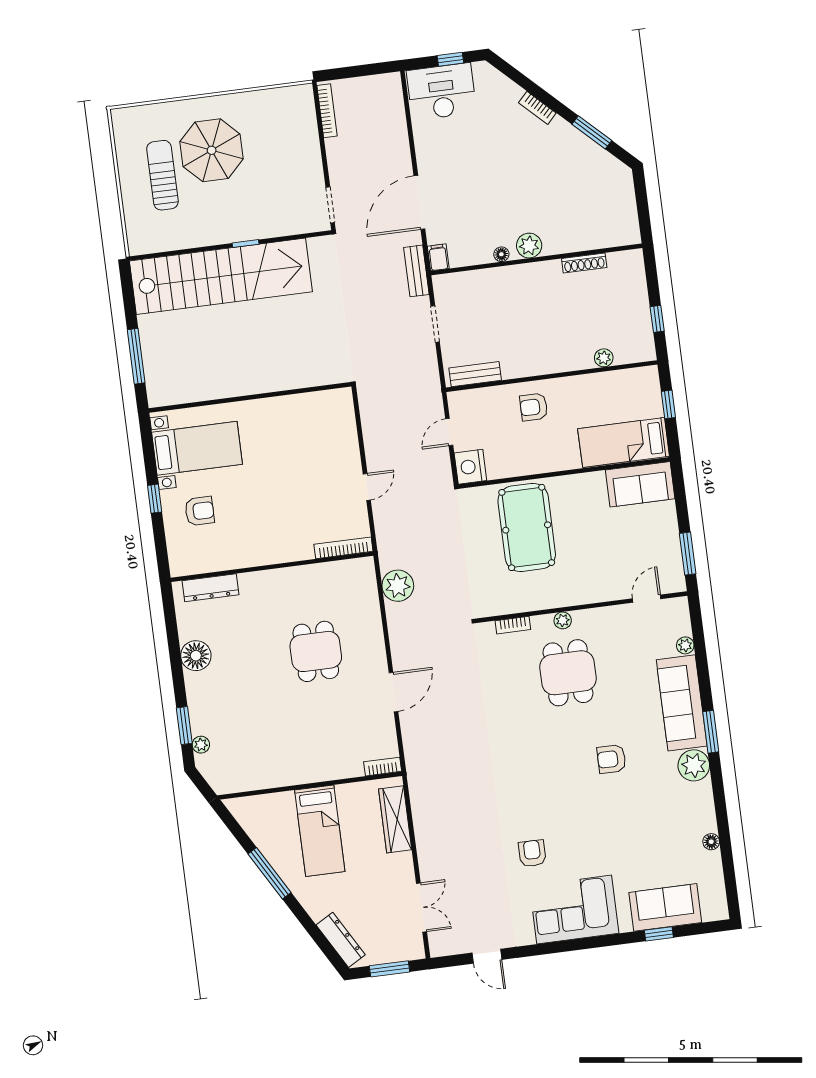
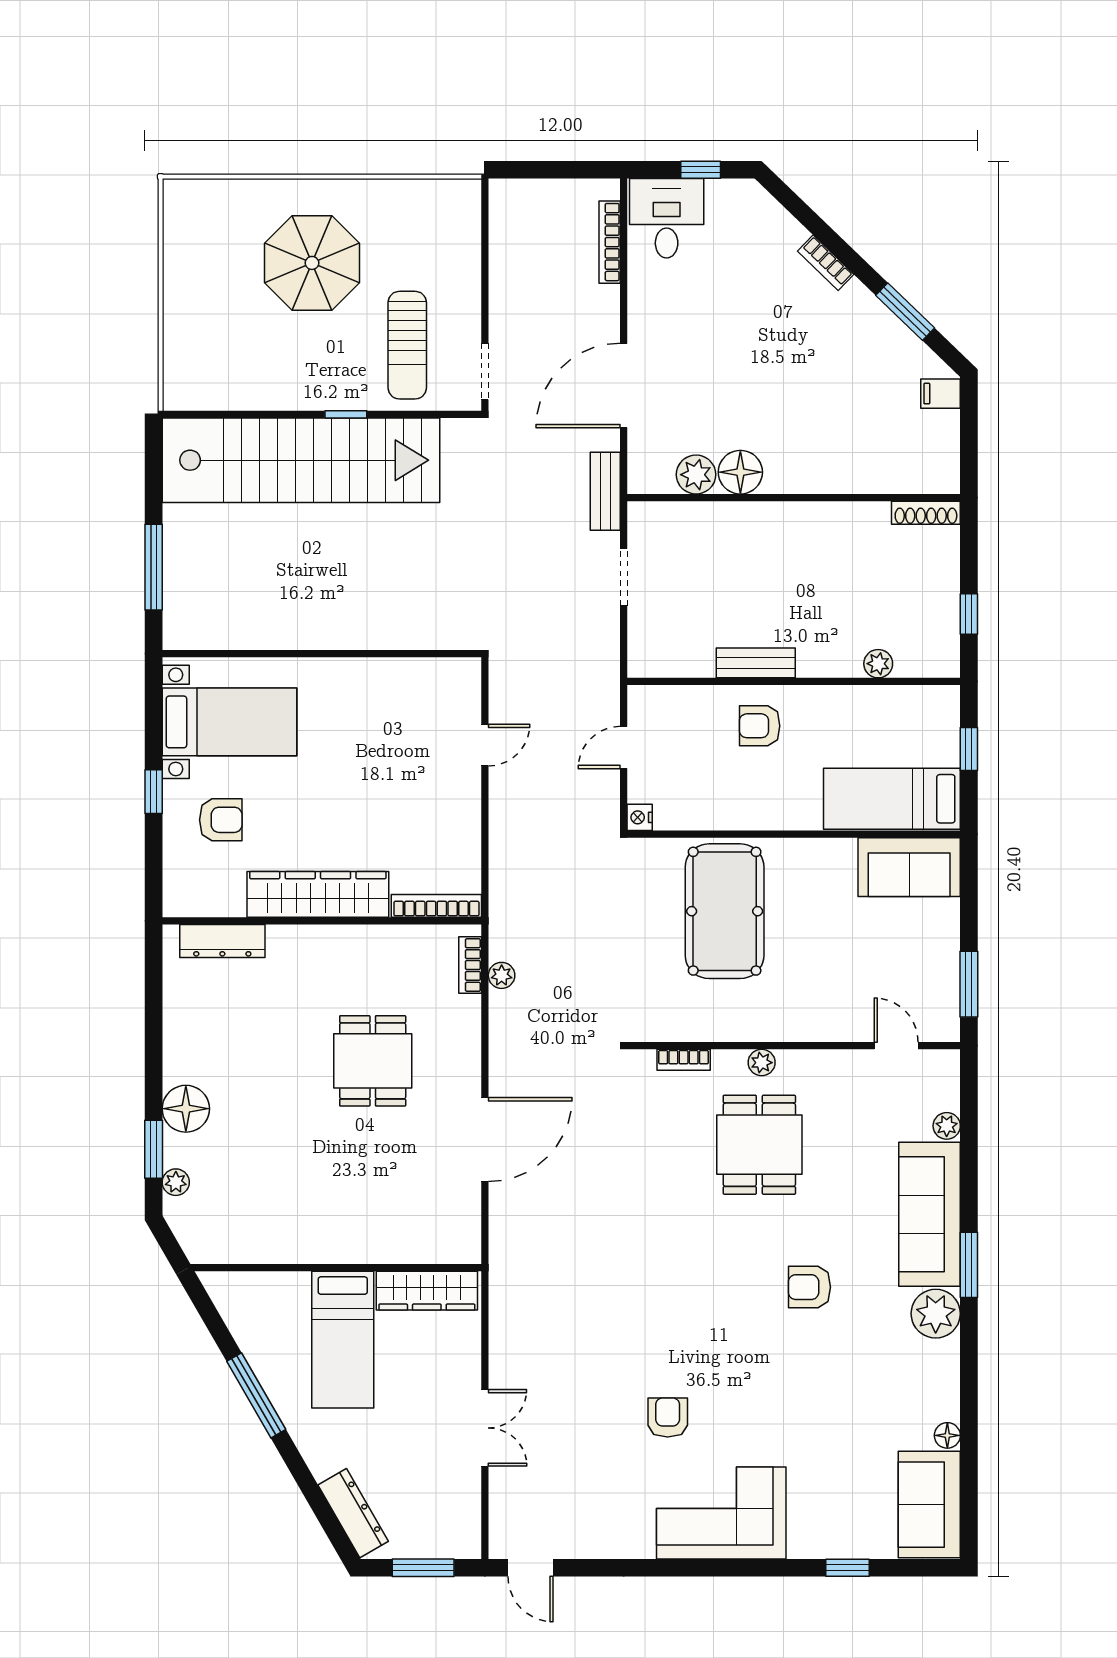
desk: (442, 92) -> (667, 218), width x0.73
bookcase: (327, 111) -> (610, 242), moved, turned 180
sun lounger: (162, 175) -> (407, 345), moved, turned 180
plant: (529, 246) -> (696, 475), moved
floor lamp: (501, 254) -> (740, 472), width x1.89, depth x1.89
filing cabinet: (438, 257) -> (941, 394), moved, turned -90
shoe rack: (584, 263) -> (926, 513), moved
bench: (475, 374) -> (756, 663), moved
nightstand: (470, 467) -> (640, 817), width x0.53, depth x0.56
door: (367, 487) -> (485, 745), moved
wardrobe: (267, 550) -> (318, 894), added
plant: (398, 586) -> (502, 975), width x0.53, depth x0.53
door: (647, 599) -> (896, 1046), hinge flipped
floor lamp: (196, 656) -> (186, 1109), moved
door: (393, 692) -> (485, 1140), width x1.36
bookcase: (383, 767) -> (470, 965), moved, turned -90
wardrobe: (395, 819) -> (427, 1291), moved, turned -90
sofa: (665, 907) -> (929, 1505), moved, turned -90
double door: (421, 908) -> (485, 1428), moved
door: (487, 956) -> (530, 1568), moved

